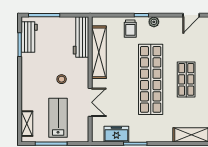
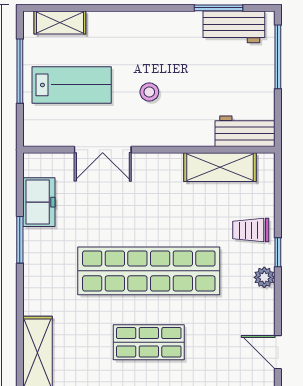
workbench: (81, 37) -> (245, 131), width x0.73
shelving: (99, 52) -> (220, 167), width x0.68

